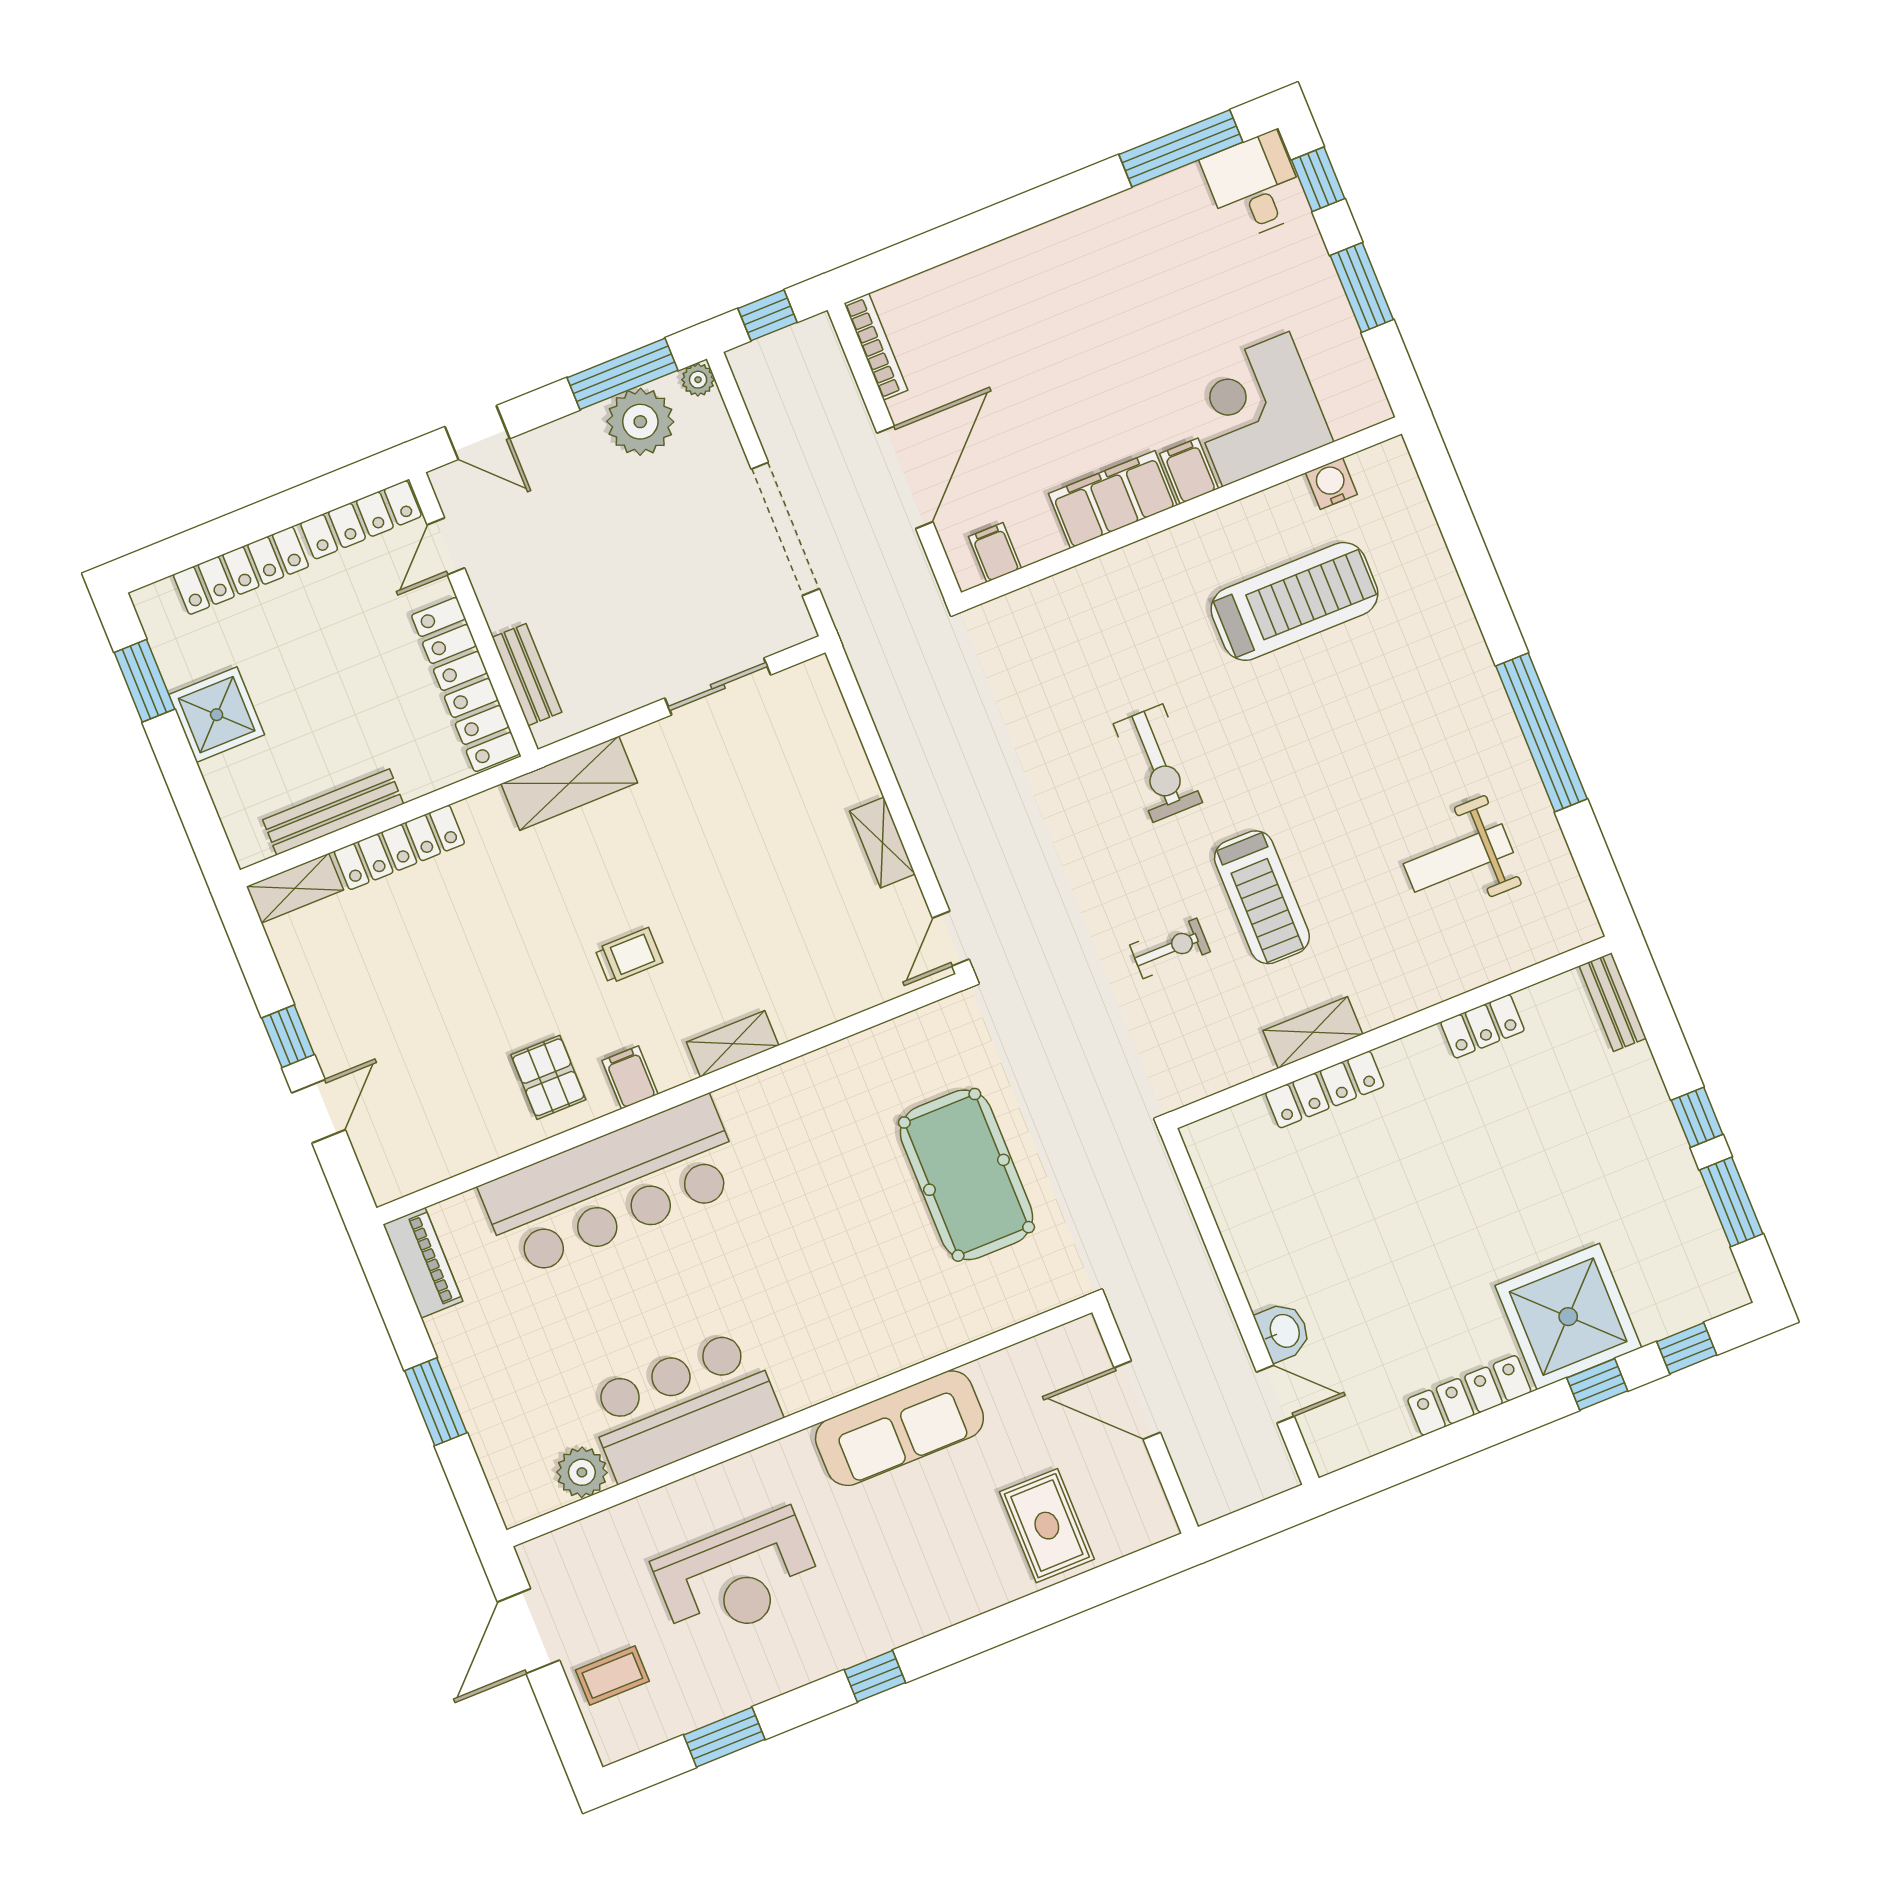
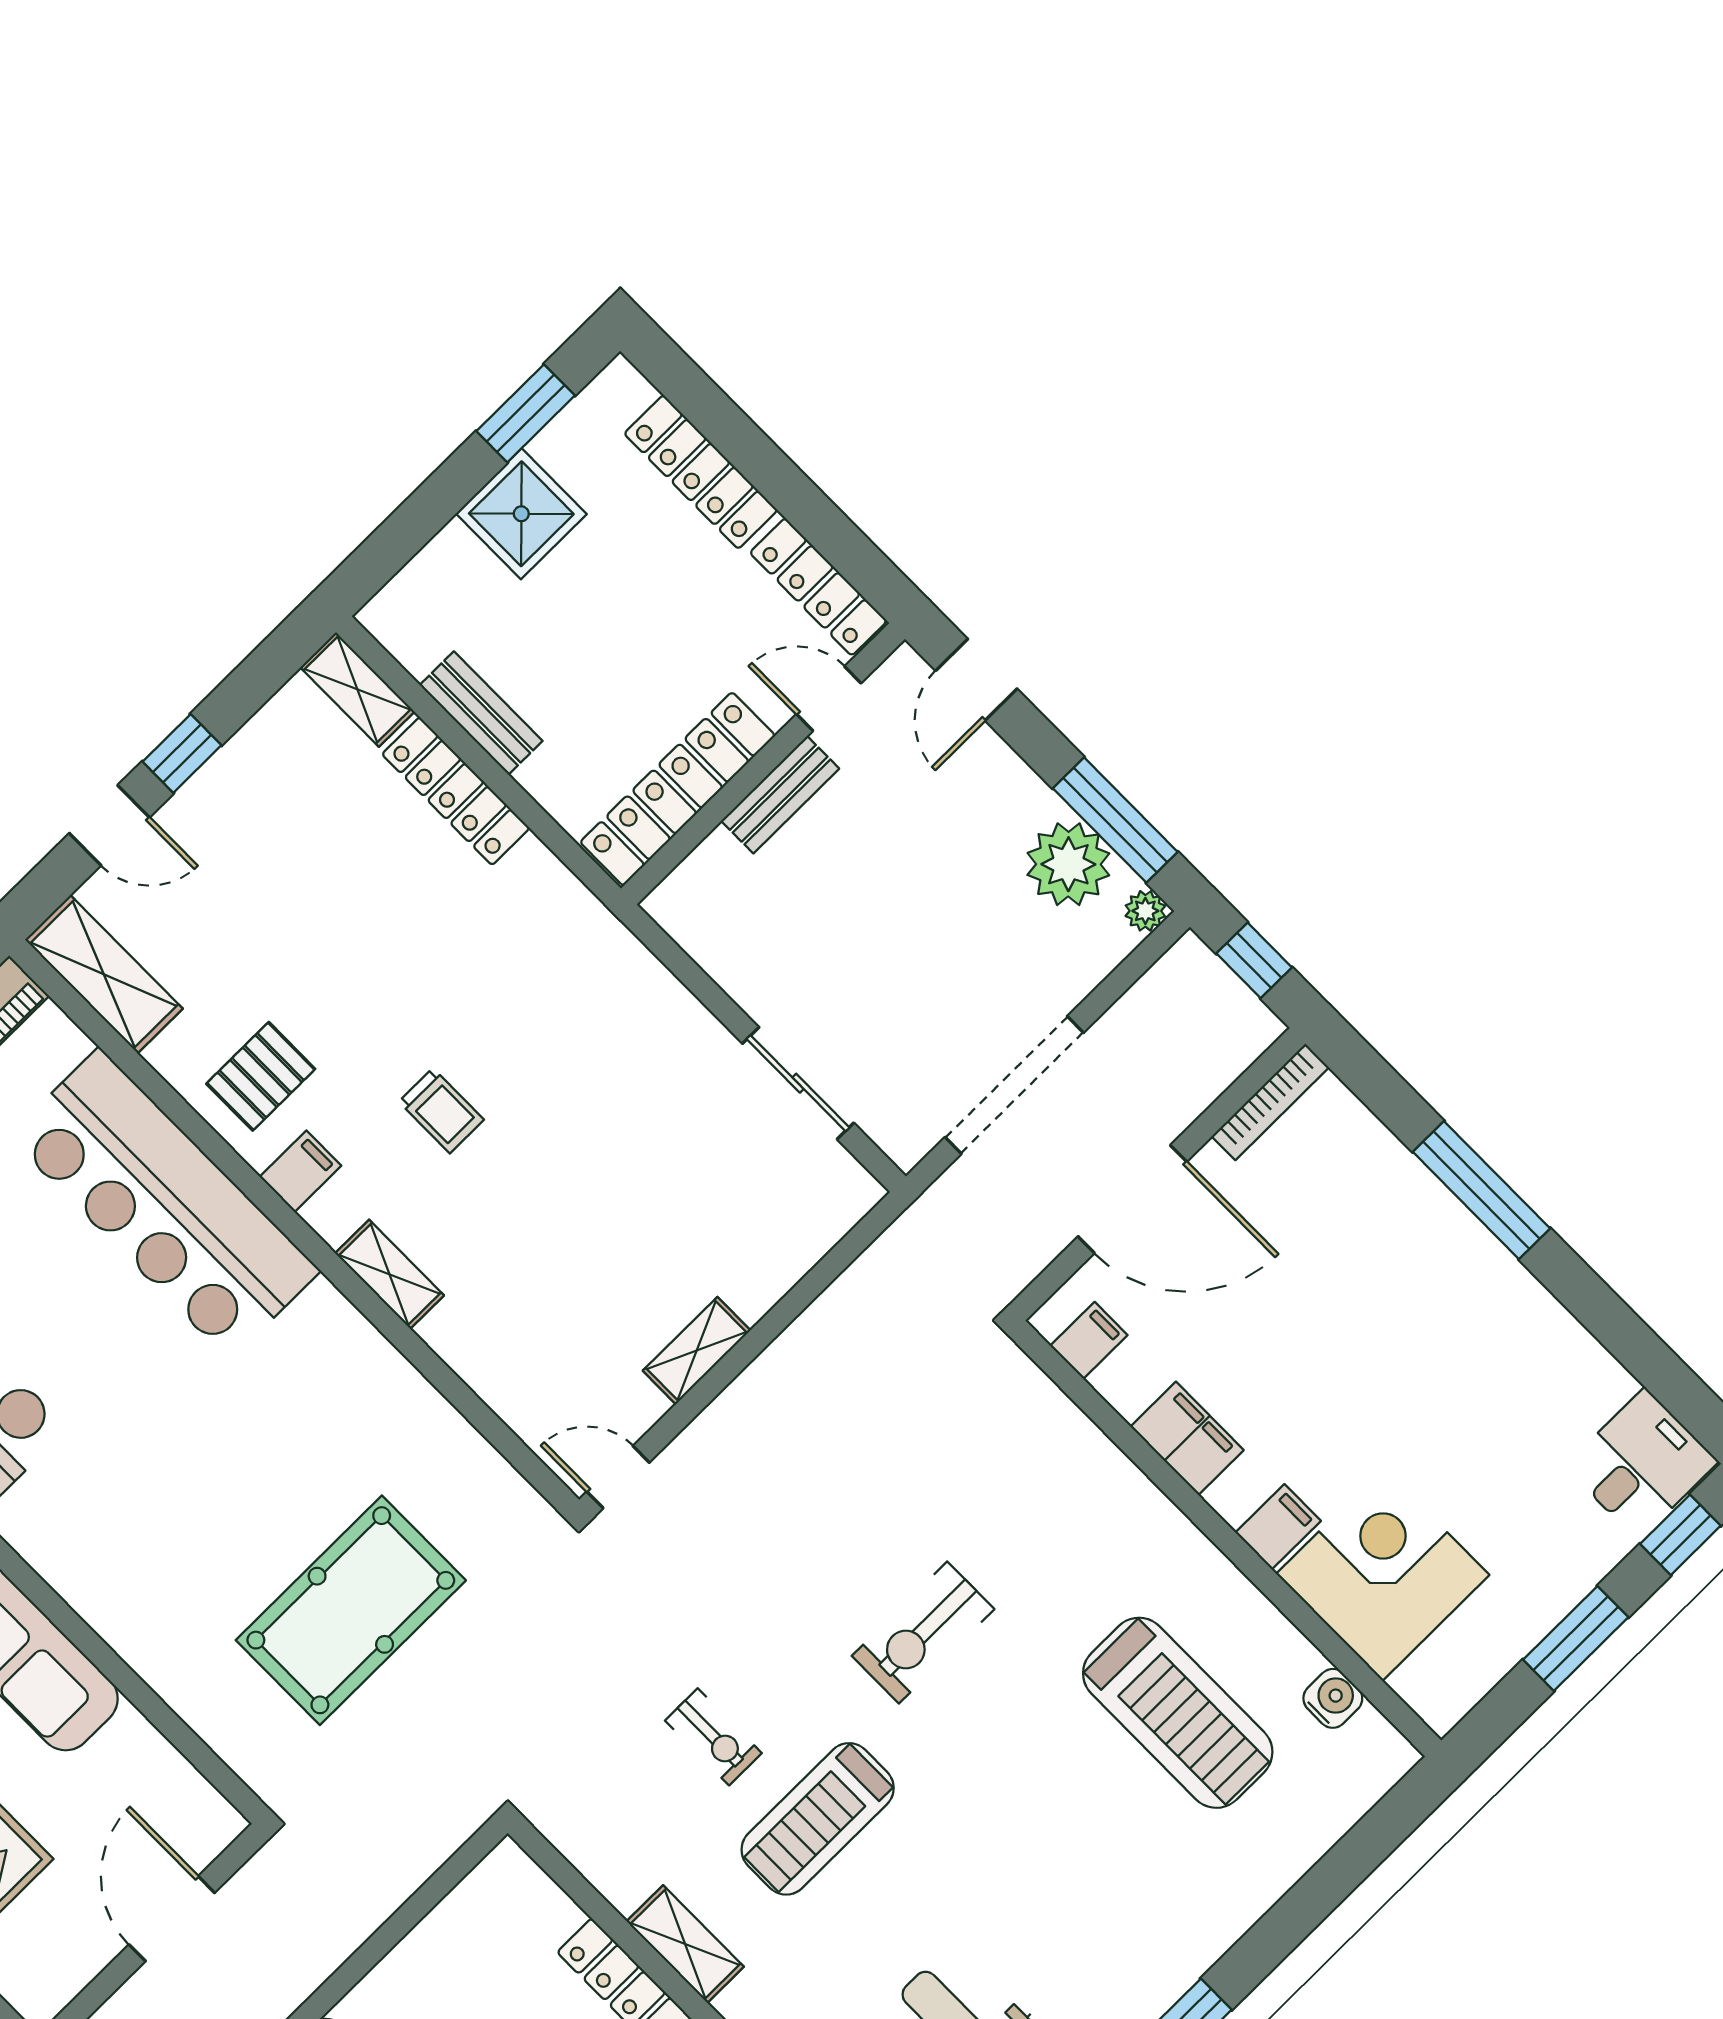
window: (1181, 148) -> (1481, 1190), moved
filing cabinet: (1113, 499) -> (1187, 1438), width x0.67, depth x0.86
bench: (527, 675) -> (780, 795), moved
shelving: (569, 783) -> (104, 974), moved
bench: (333, 812) -> (481, 713), width x0.73

